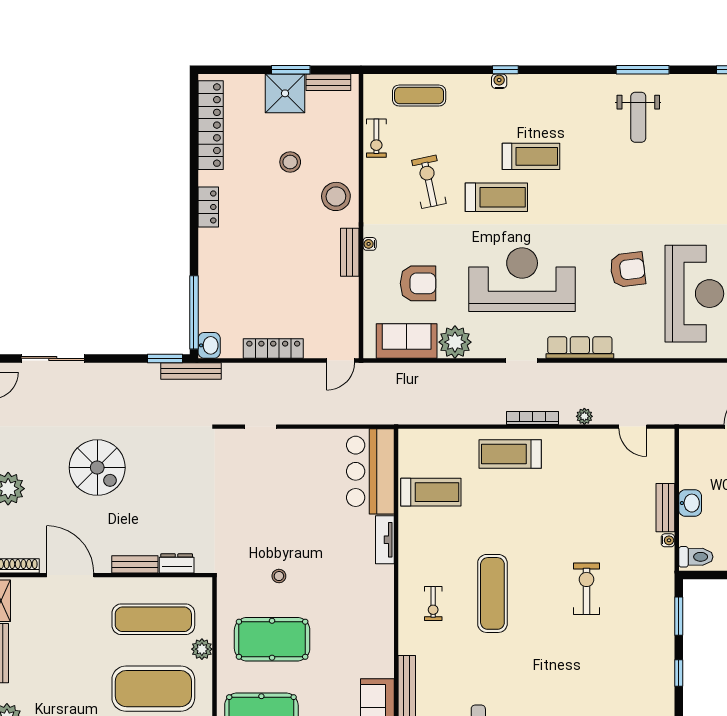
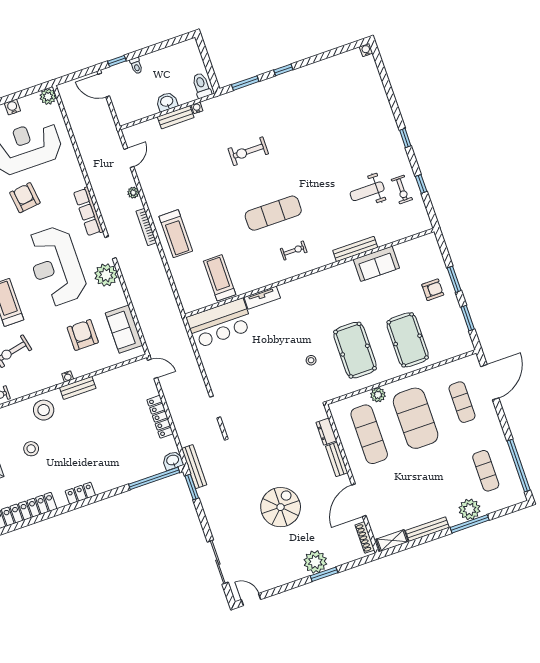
plant: (455, 342) -> (106, 275), moved

